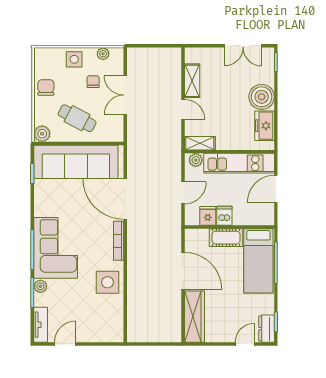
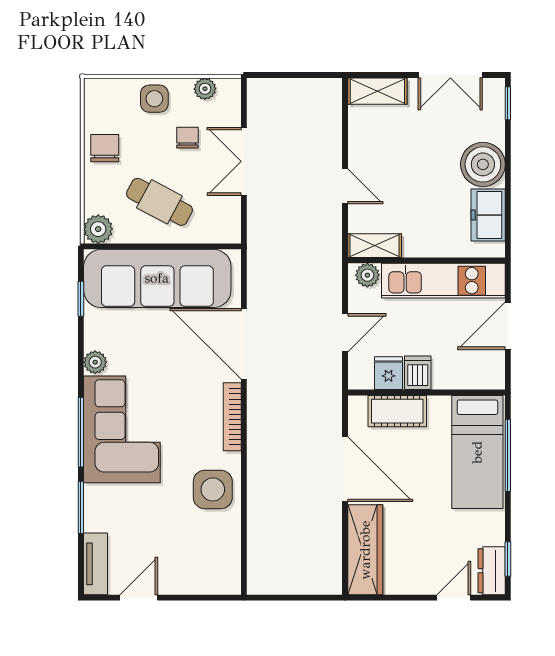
shelving: (192, 81) -> (377, 91), moved, turned 90
cot: (226, 238) -> (397, 411), moved
plant: (40, 286) -> (95, 362), moved

